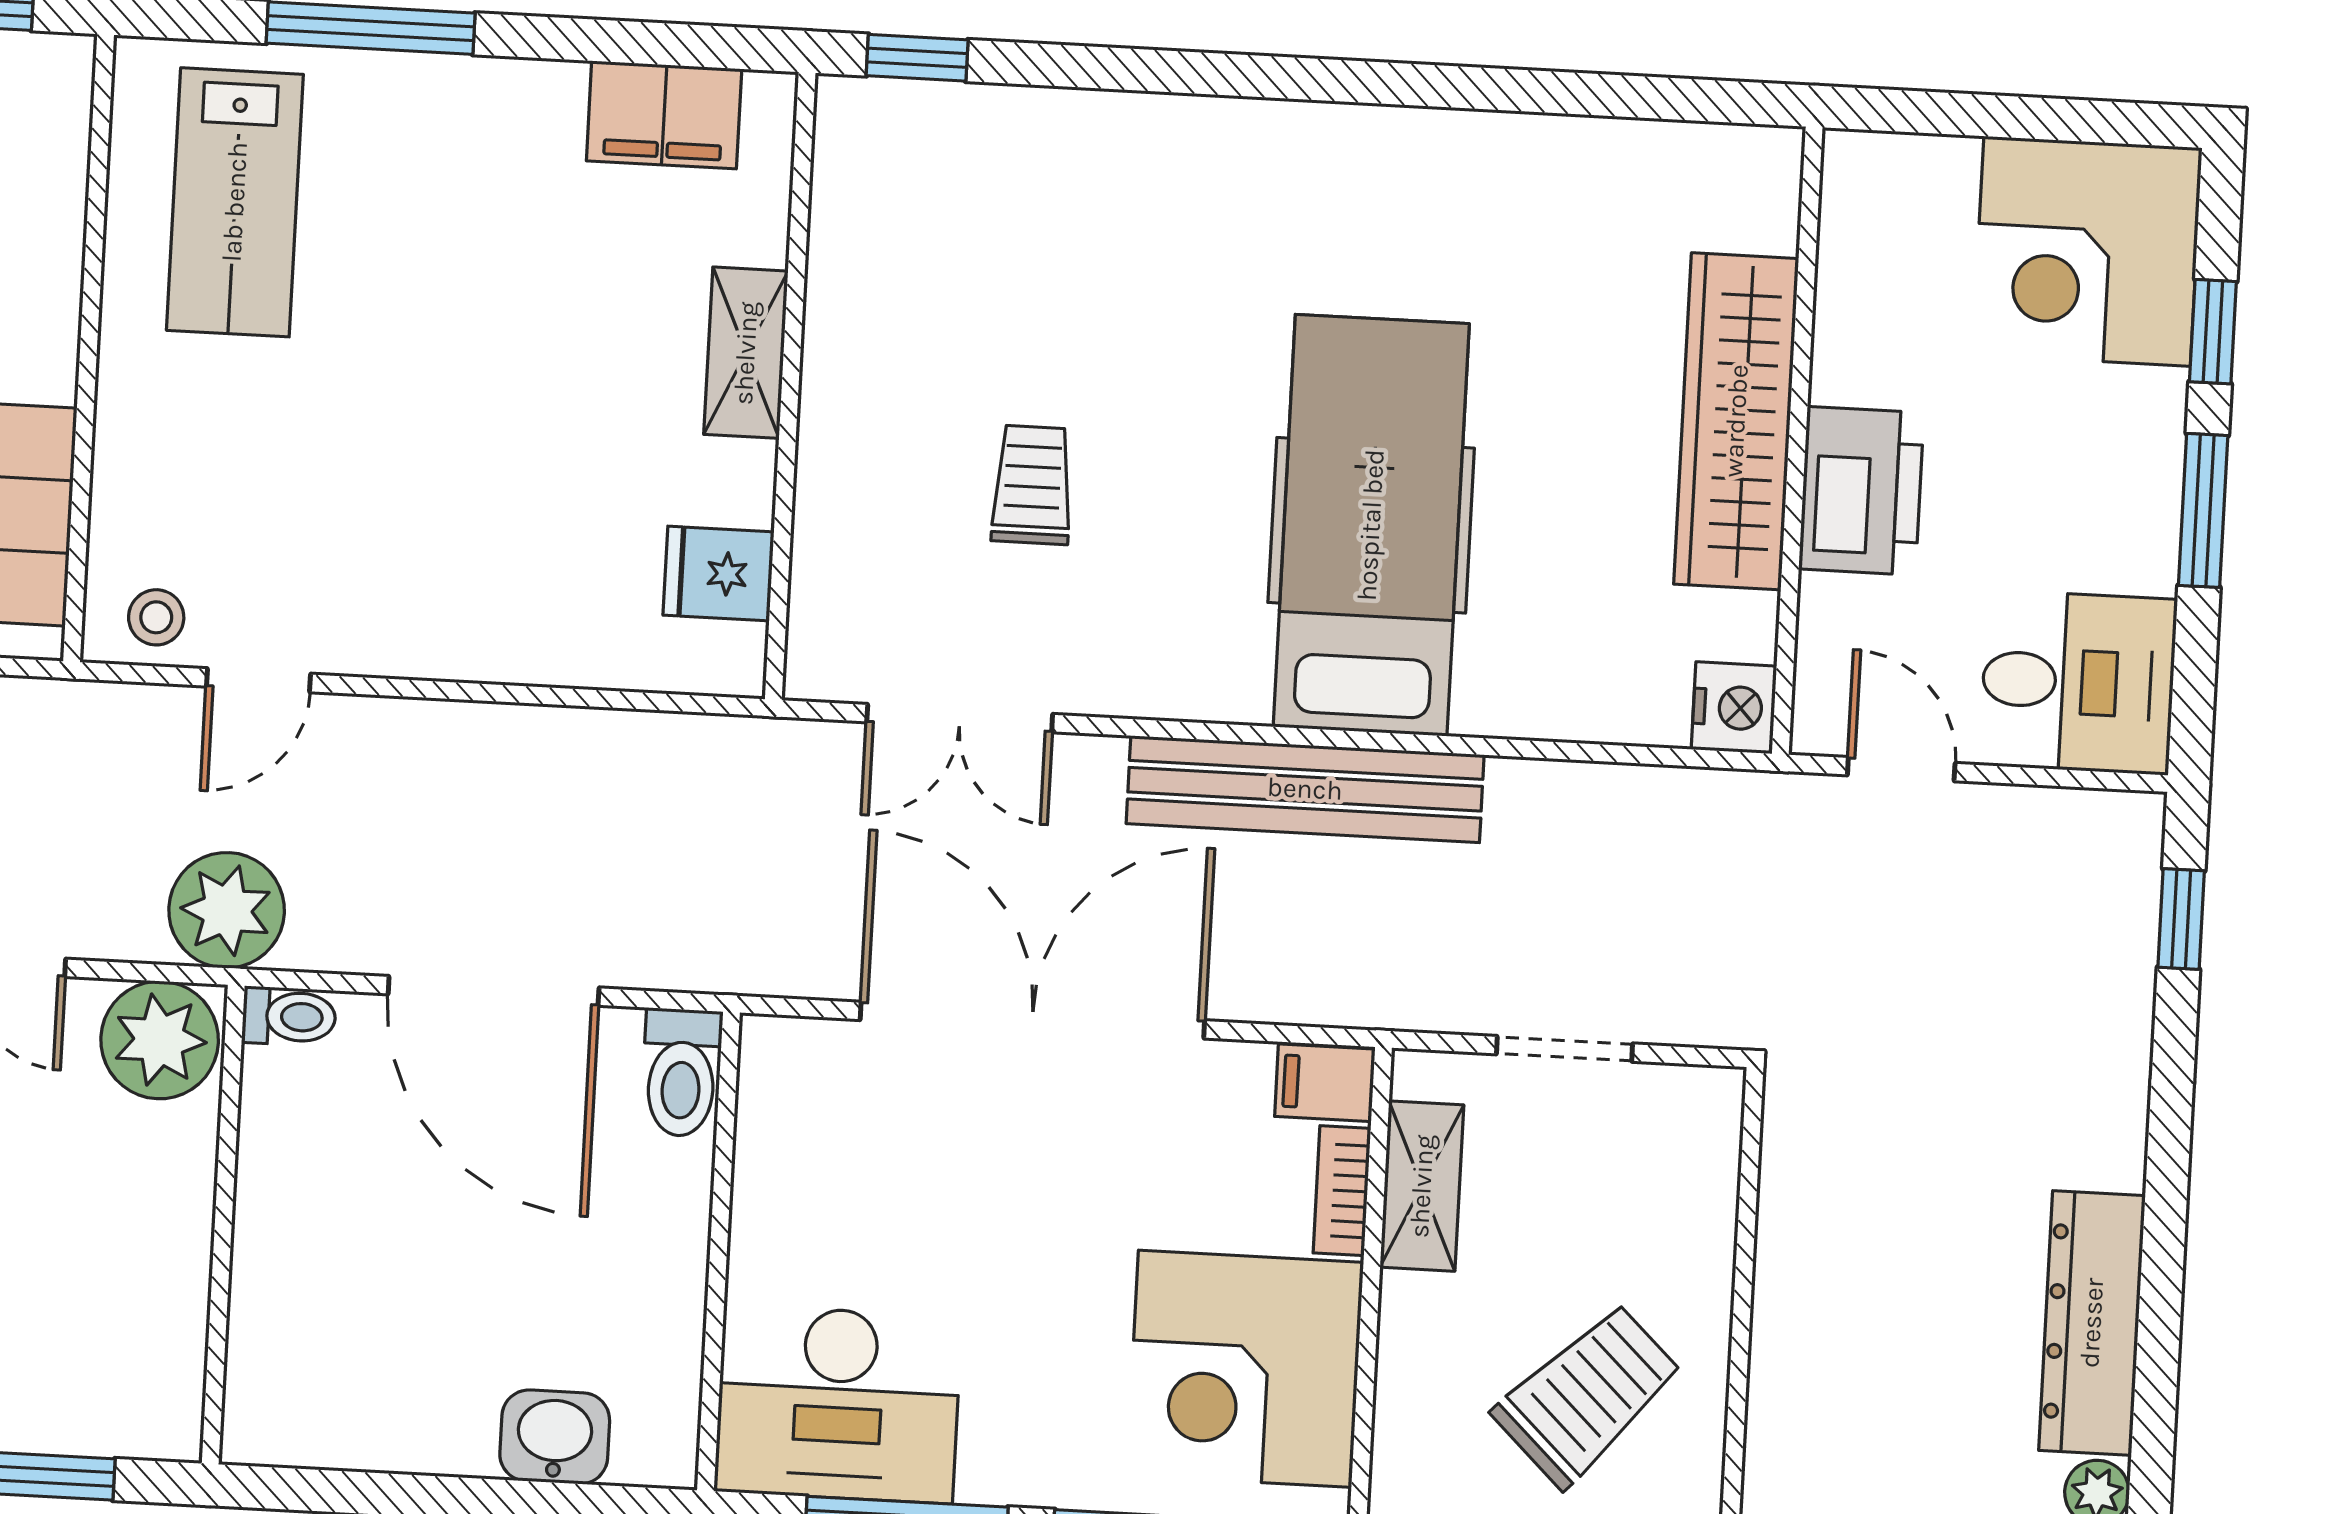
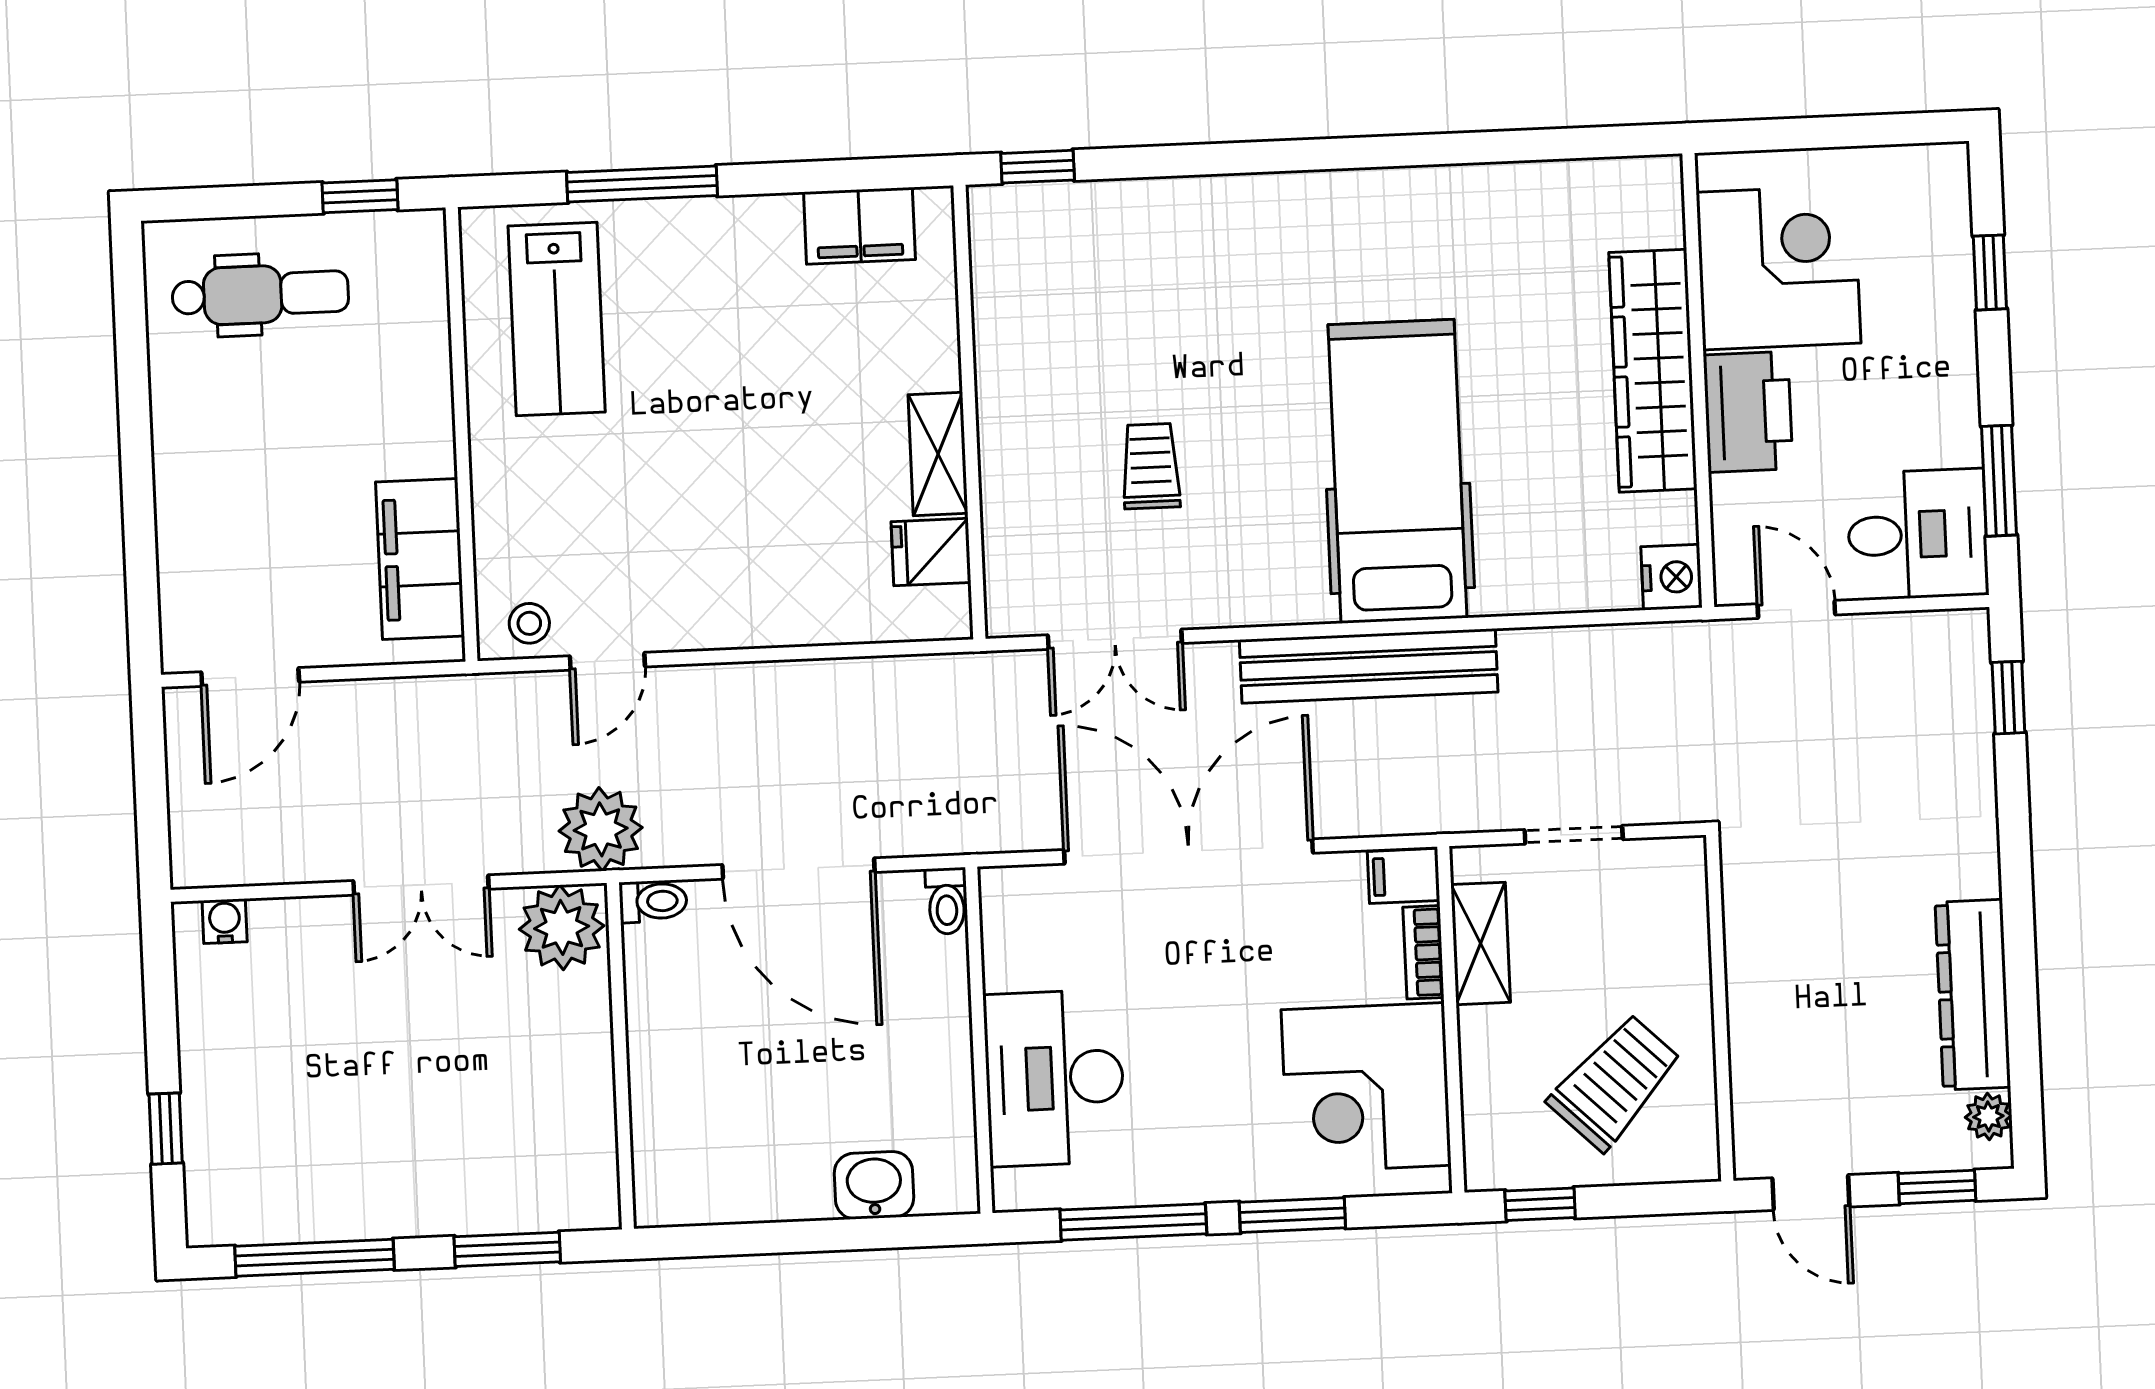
corner desk: (2087, 251) -> (1778, 268), moved, turned 180
shelving: (746, 353) -> (938, 454), moved
window: (2203, 510) -> (1999, 481), moved
toilet: (681, 1073) -> (947, 901), width x0.73, depth x0.72
desk: (838, 1404) -> (1054, 1078), moved, turned 90

